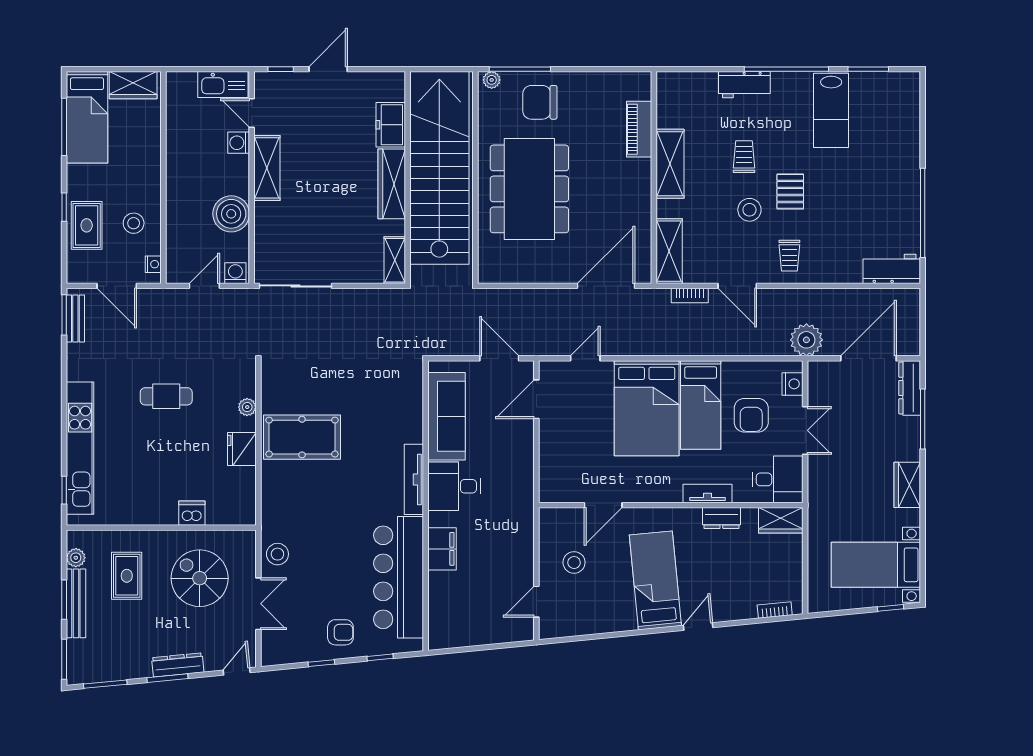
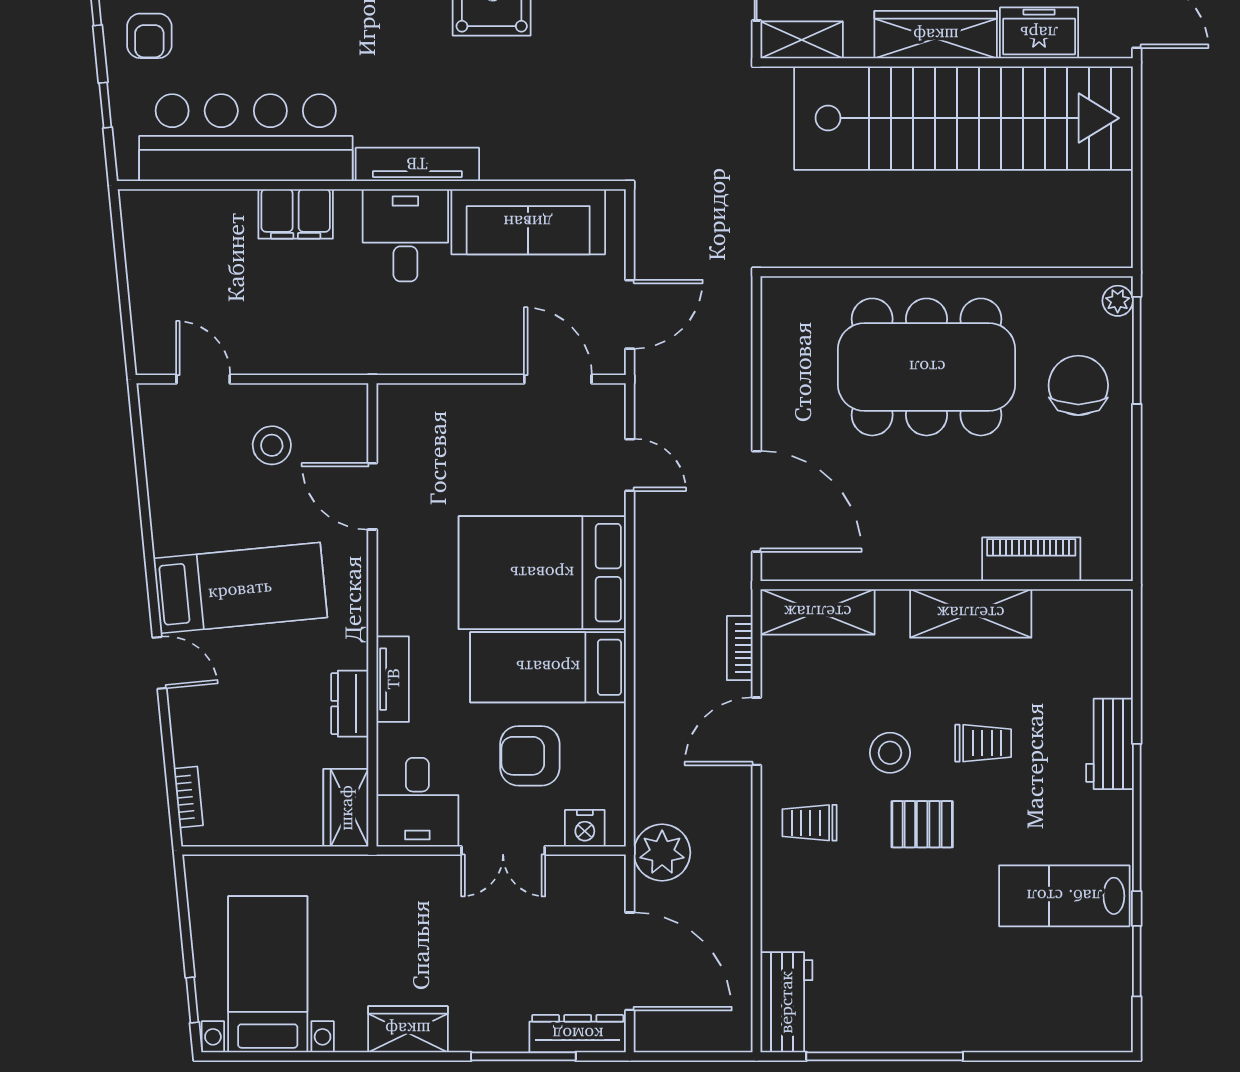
freezer: (391, 125) -> (1039, 33), moved
stairs: (439, 168) -> (963, 118), moved
wall: (408, 177) -> (947, 62), moved
wardrobe: (392, 184) -> (936, 35), moved
shelving: (395, 260) -> (802, 40), moved

